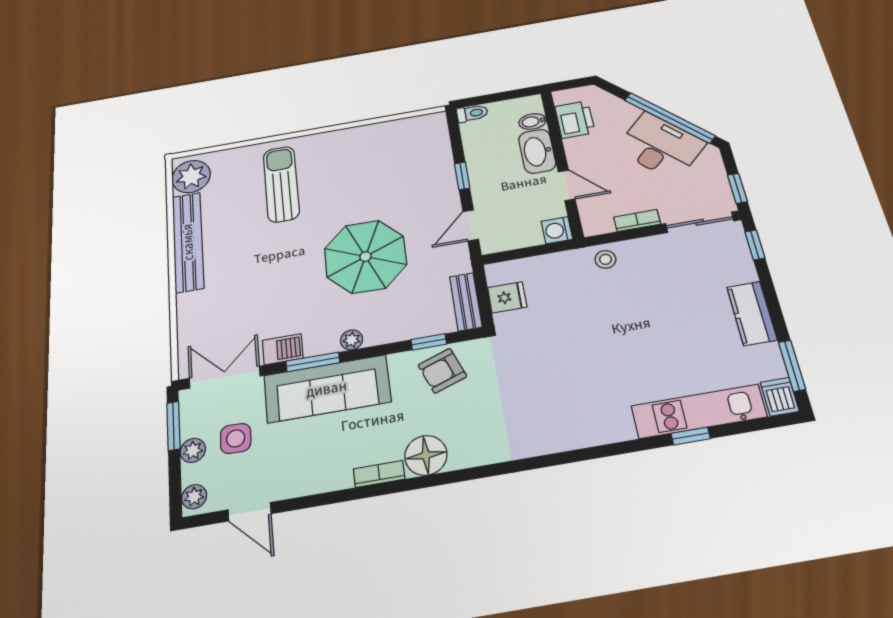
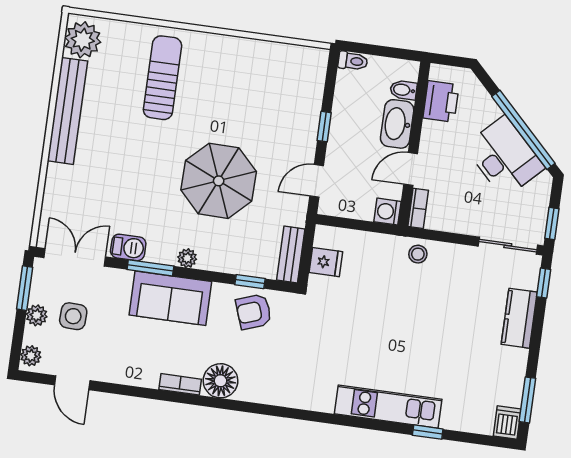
door: (567, 185) -> (411, 169), swing flipped
bookcase: (637, 221) -> (418, 208), moved, turned 90
kitchen counter: (752, 313) -> (519, 318), moved
sofa: (327, 389) -> (170, 298), width x0.73
kitchen unit: (699, 411) -> (388, 407), moved

